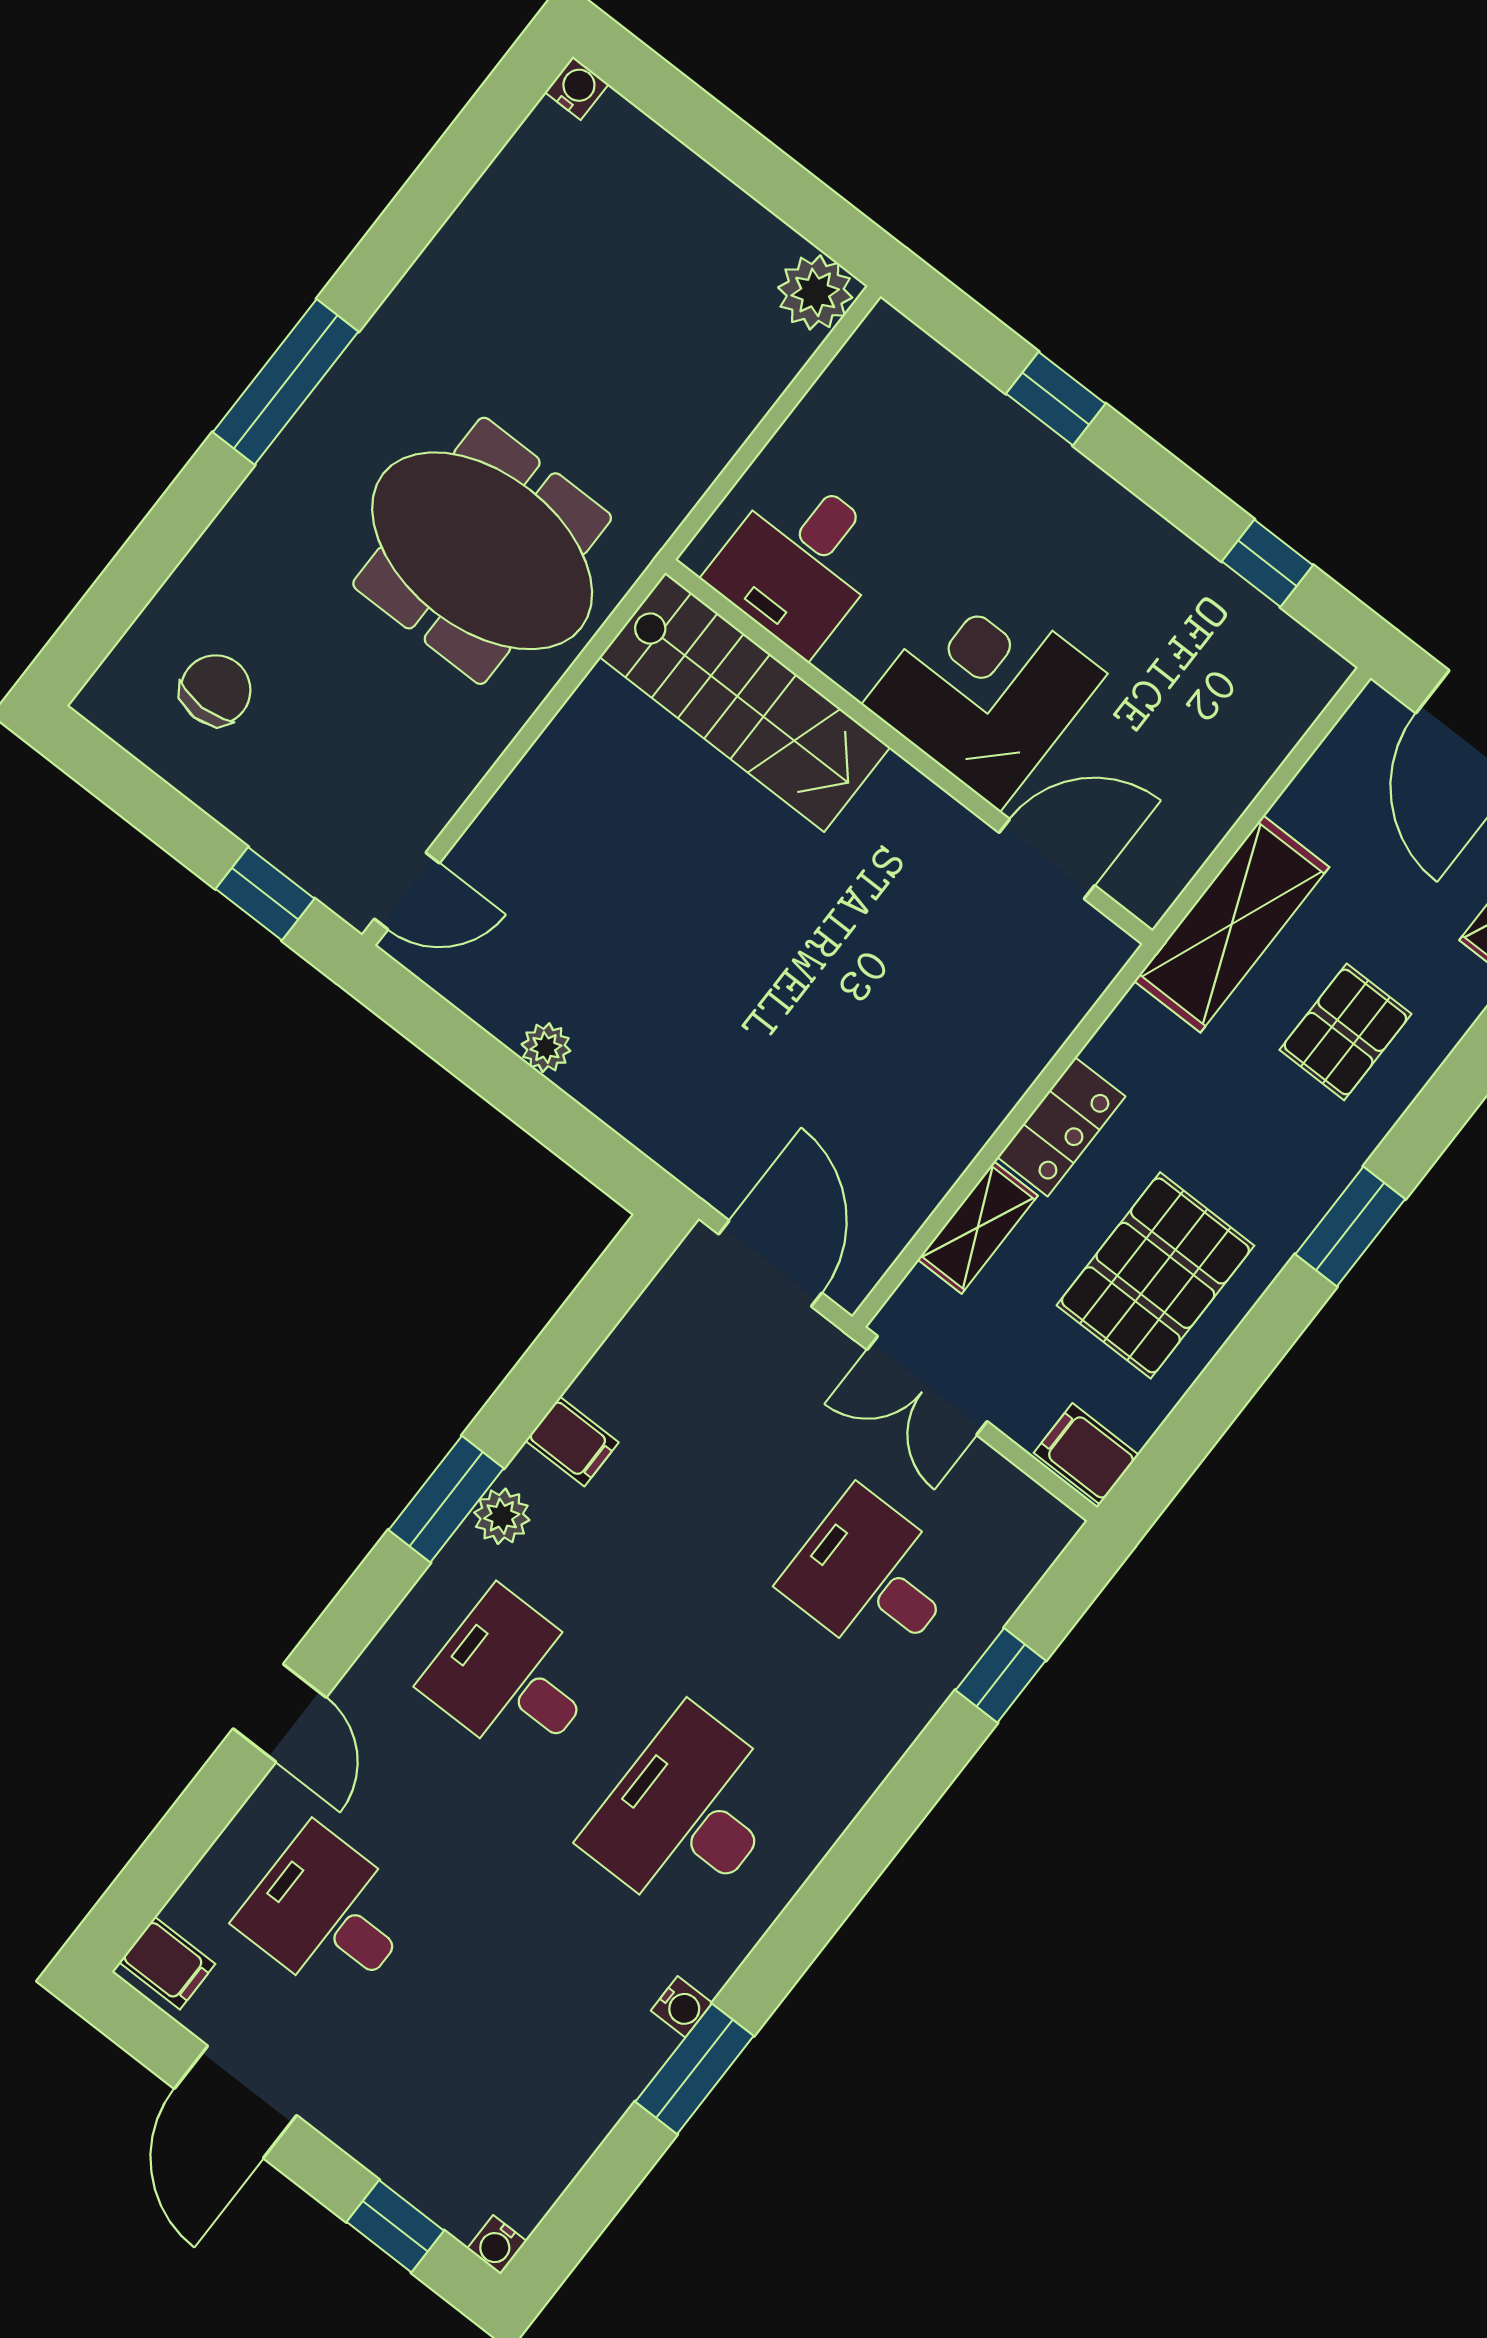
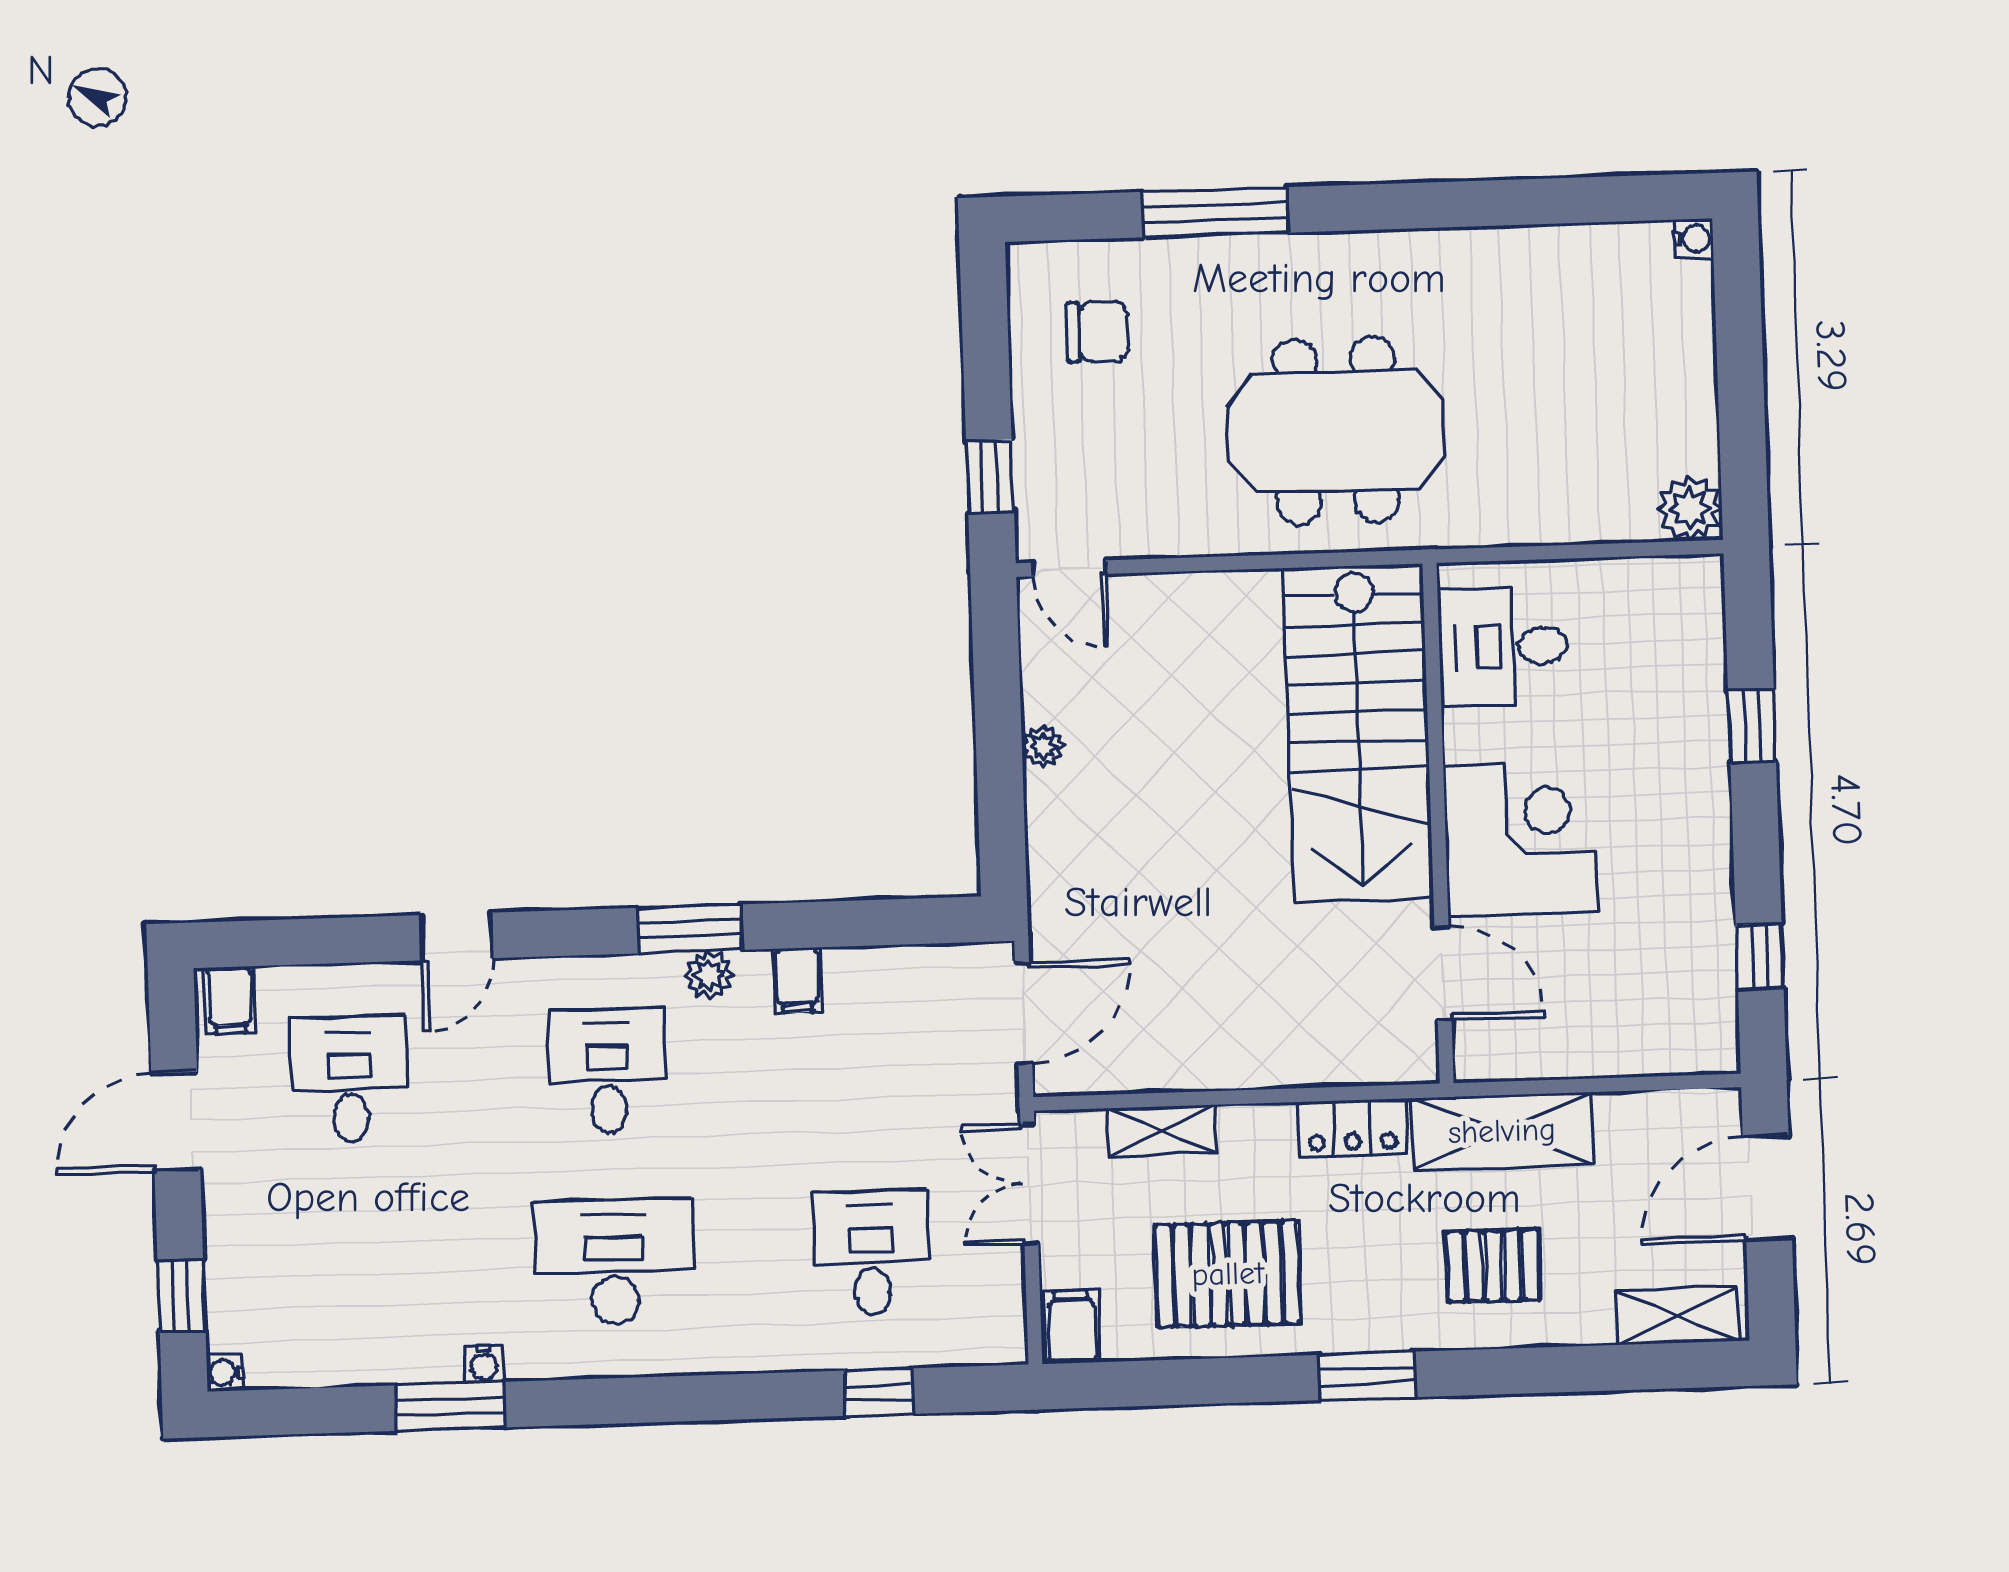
window: (286, 382) -> (1215, 212), moved
meeting table: (482, 551) -> (1336, 431), turned 90
stairs: (745, 702) -> (1359, 733), width x1.36, depth x1.51
locker: (1061, 1127) -> (1352, 1128), moved

